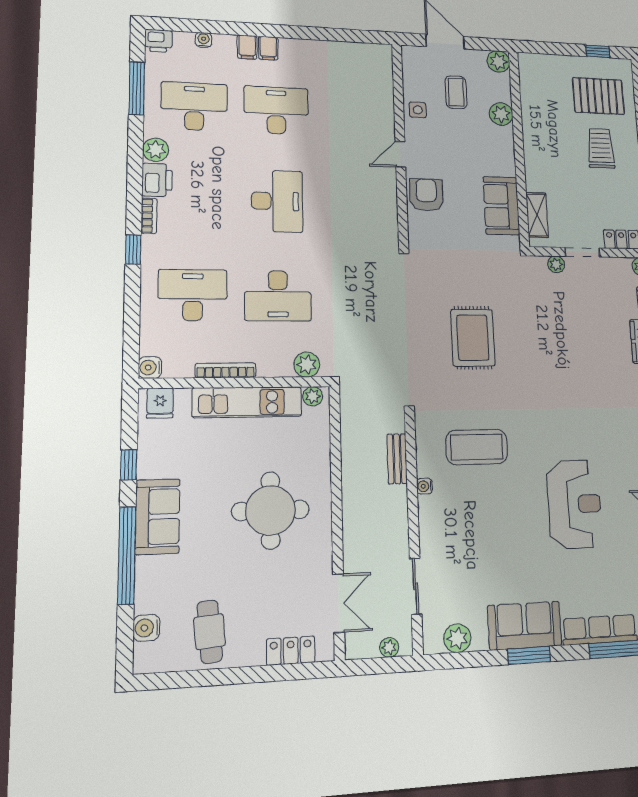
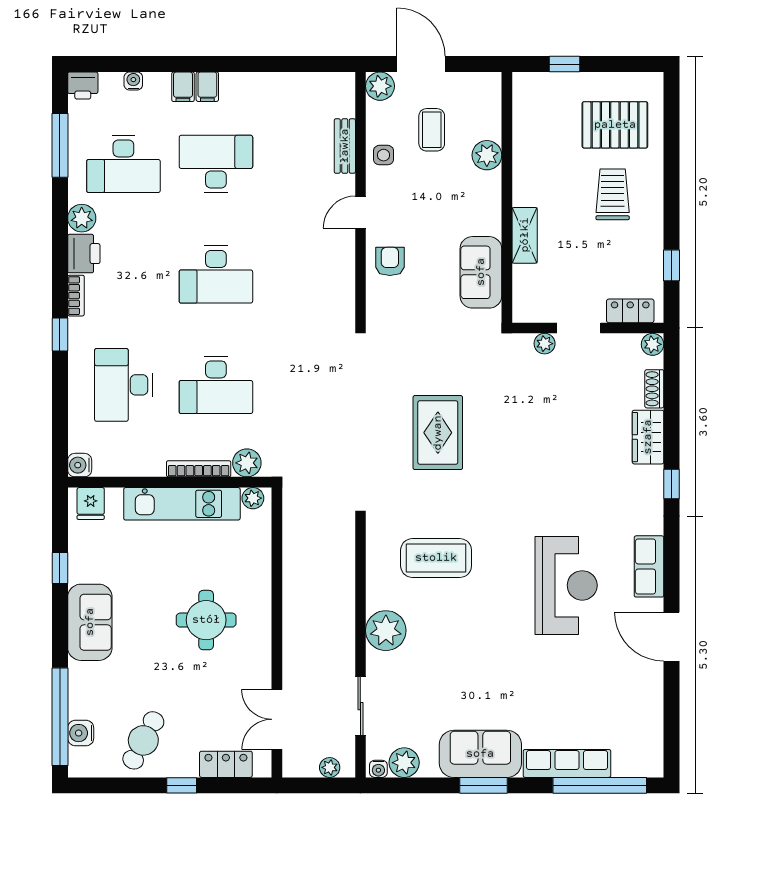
window: (598, 51) -> (564, 64), moved
plant: (498, 62) -> (380, 86), moved
desk: (194, 106) -> (123, 164), turned 180
armchair: (426, 195) -> (390, 261), width x0.72, depth x0.72
desk: (277, 201) -> (216, 274), turned 90
shelving: (537, 215) -> (525, 235), moved
desk: (193, 295) -> (123, 385), turned -90
bookcase: (226, 370) -> (199, 469), moved
bench: (397, 459) -> (345, 146), moved
water cooler: (425, 486) -> (378, 769), moved, turned -90
reception desk: (574, 504) -> (566, 585), moved
round table: (270, 510) -> (206, 620), width x0.73, depth x0.73
plant: (436, 514) -> (386, 631), added
window: (127, 555) -> (60, 717), moved
double door: (339, 603) -> (277, 719), swing flipped
cafe table: (210, 632) -> (143, 740), turned 33
window: (247, 675) -> (182, 785), added

